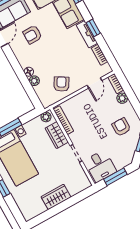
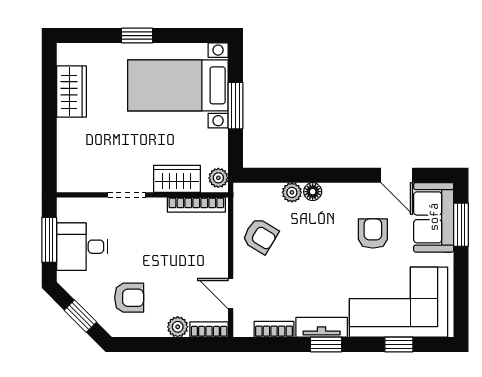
desk: (100, 166) -> (82, 247), moved
wardrobe: (56, 197) -> (71, 92), moved

